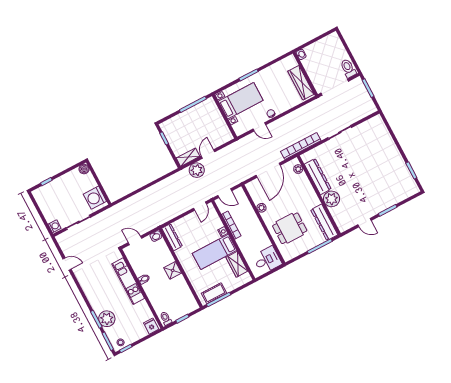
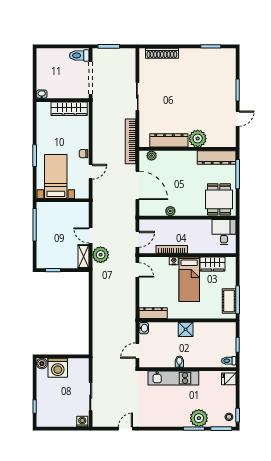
shoe rack: (385, 134) -> (162, 53), added
washing machine: (95, 198) -> (58, 368), moved
dining table: (290, 228) -> (219, 199), moved

